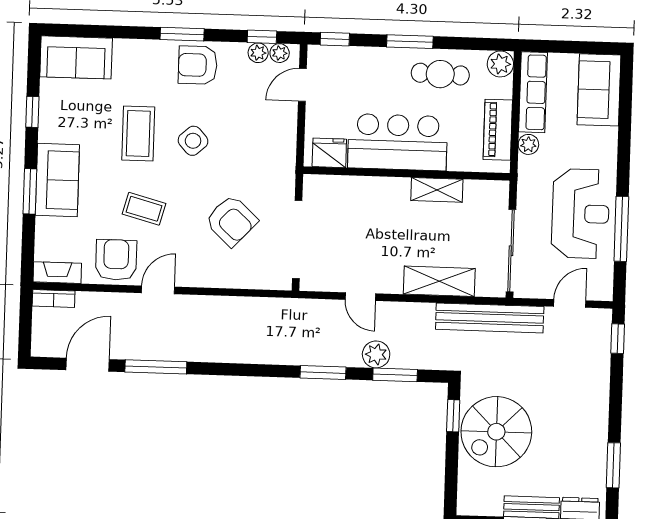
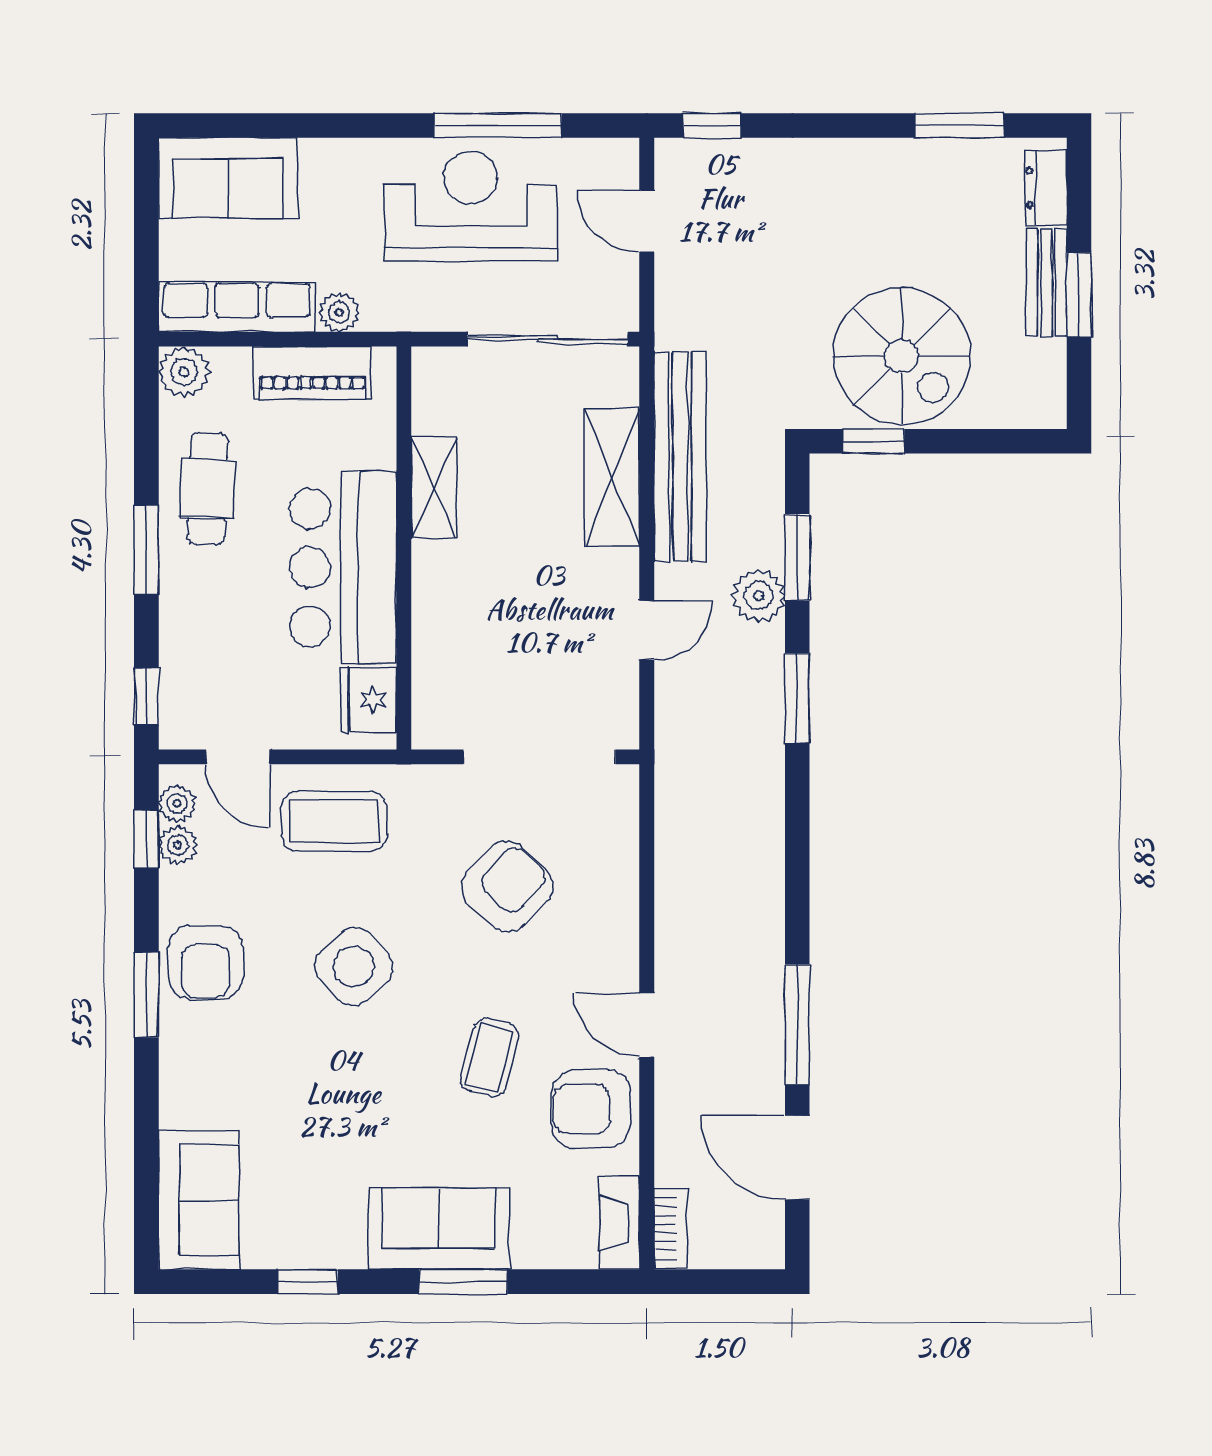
coffee table: (138, 133) -> (334, 821), moved
side table: (193, 141) -> (354, 967), width x1.37, depth x1.37
bench: (490, 318) -> (680, 457), moved

